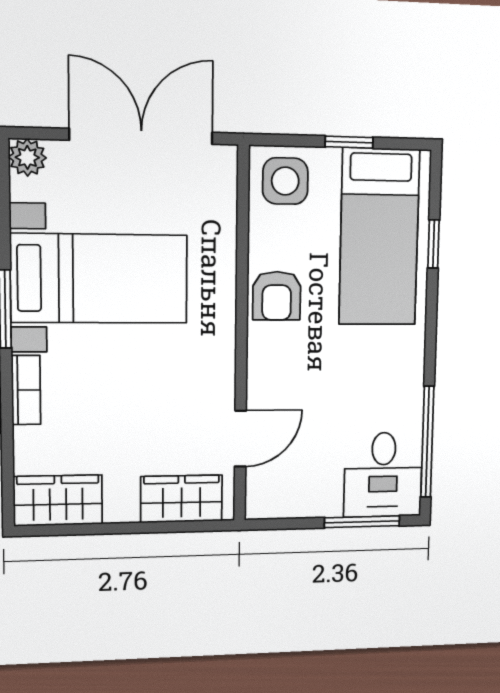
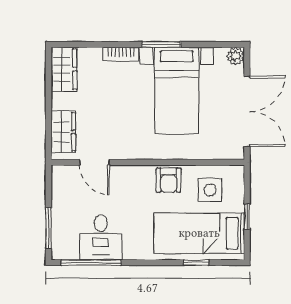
side table: (285, 181) -> (210, 190), moved
armchair: (277, 296) -> (169, 180), turned -90
desk: (383, 475) -> (101, 237), moved, turned -90

